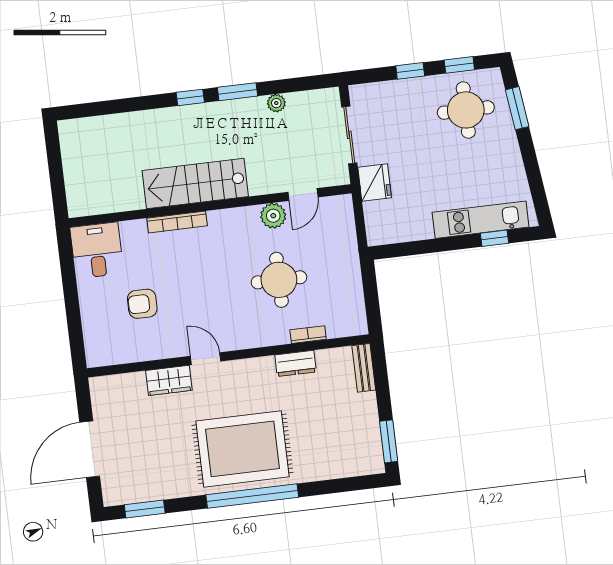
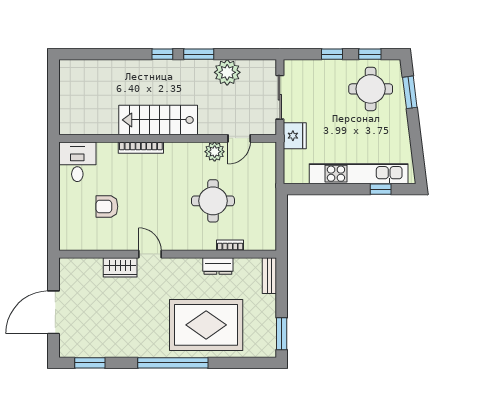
plant: (276, 103) -> (227, 72), width x1.88, depth x1.88
kitchen unit: (481, 220) -> (359, 174), width x1.36
rug: (243, 449) -> (206, 325), moved

